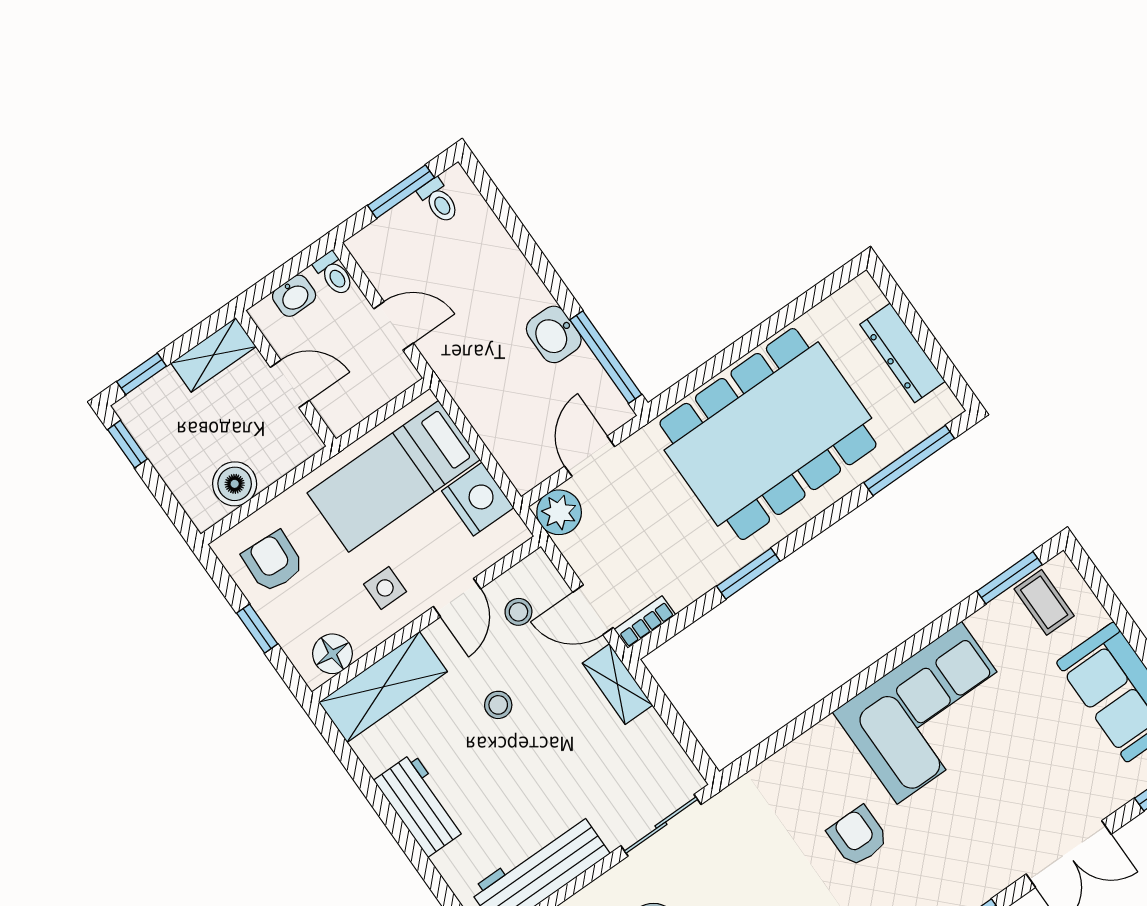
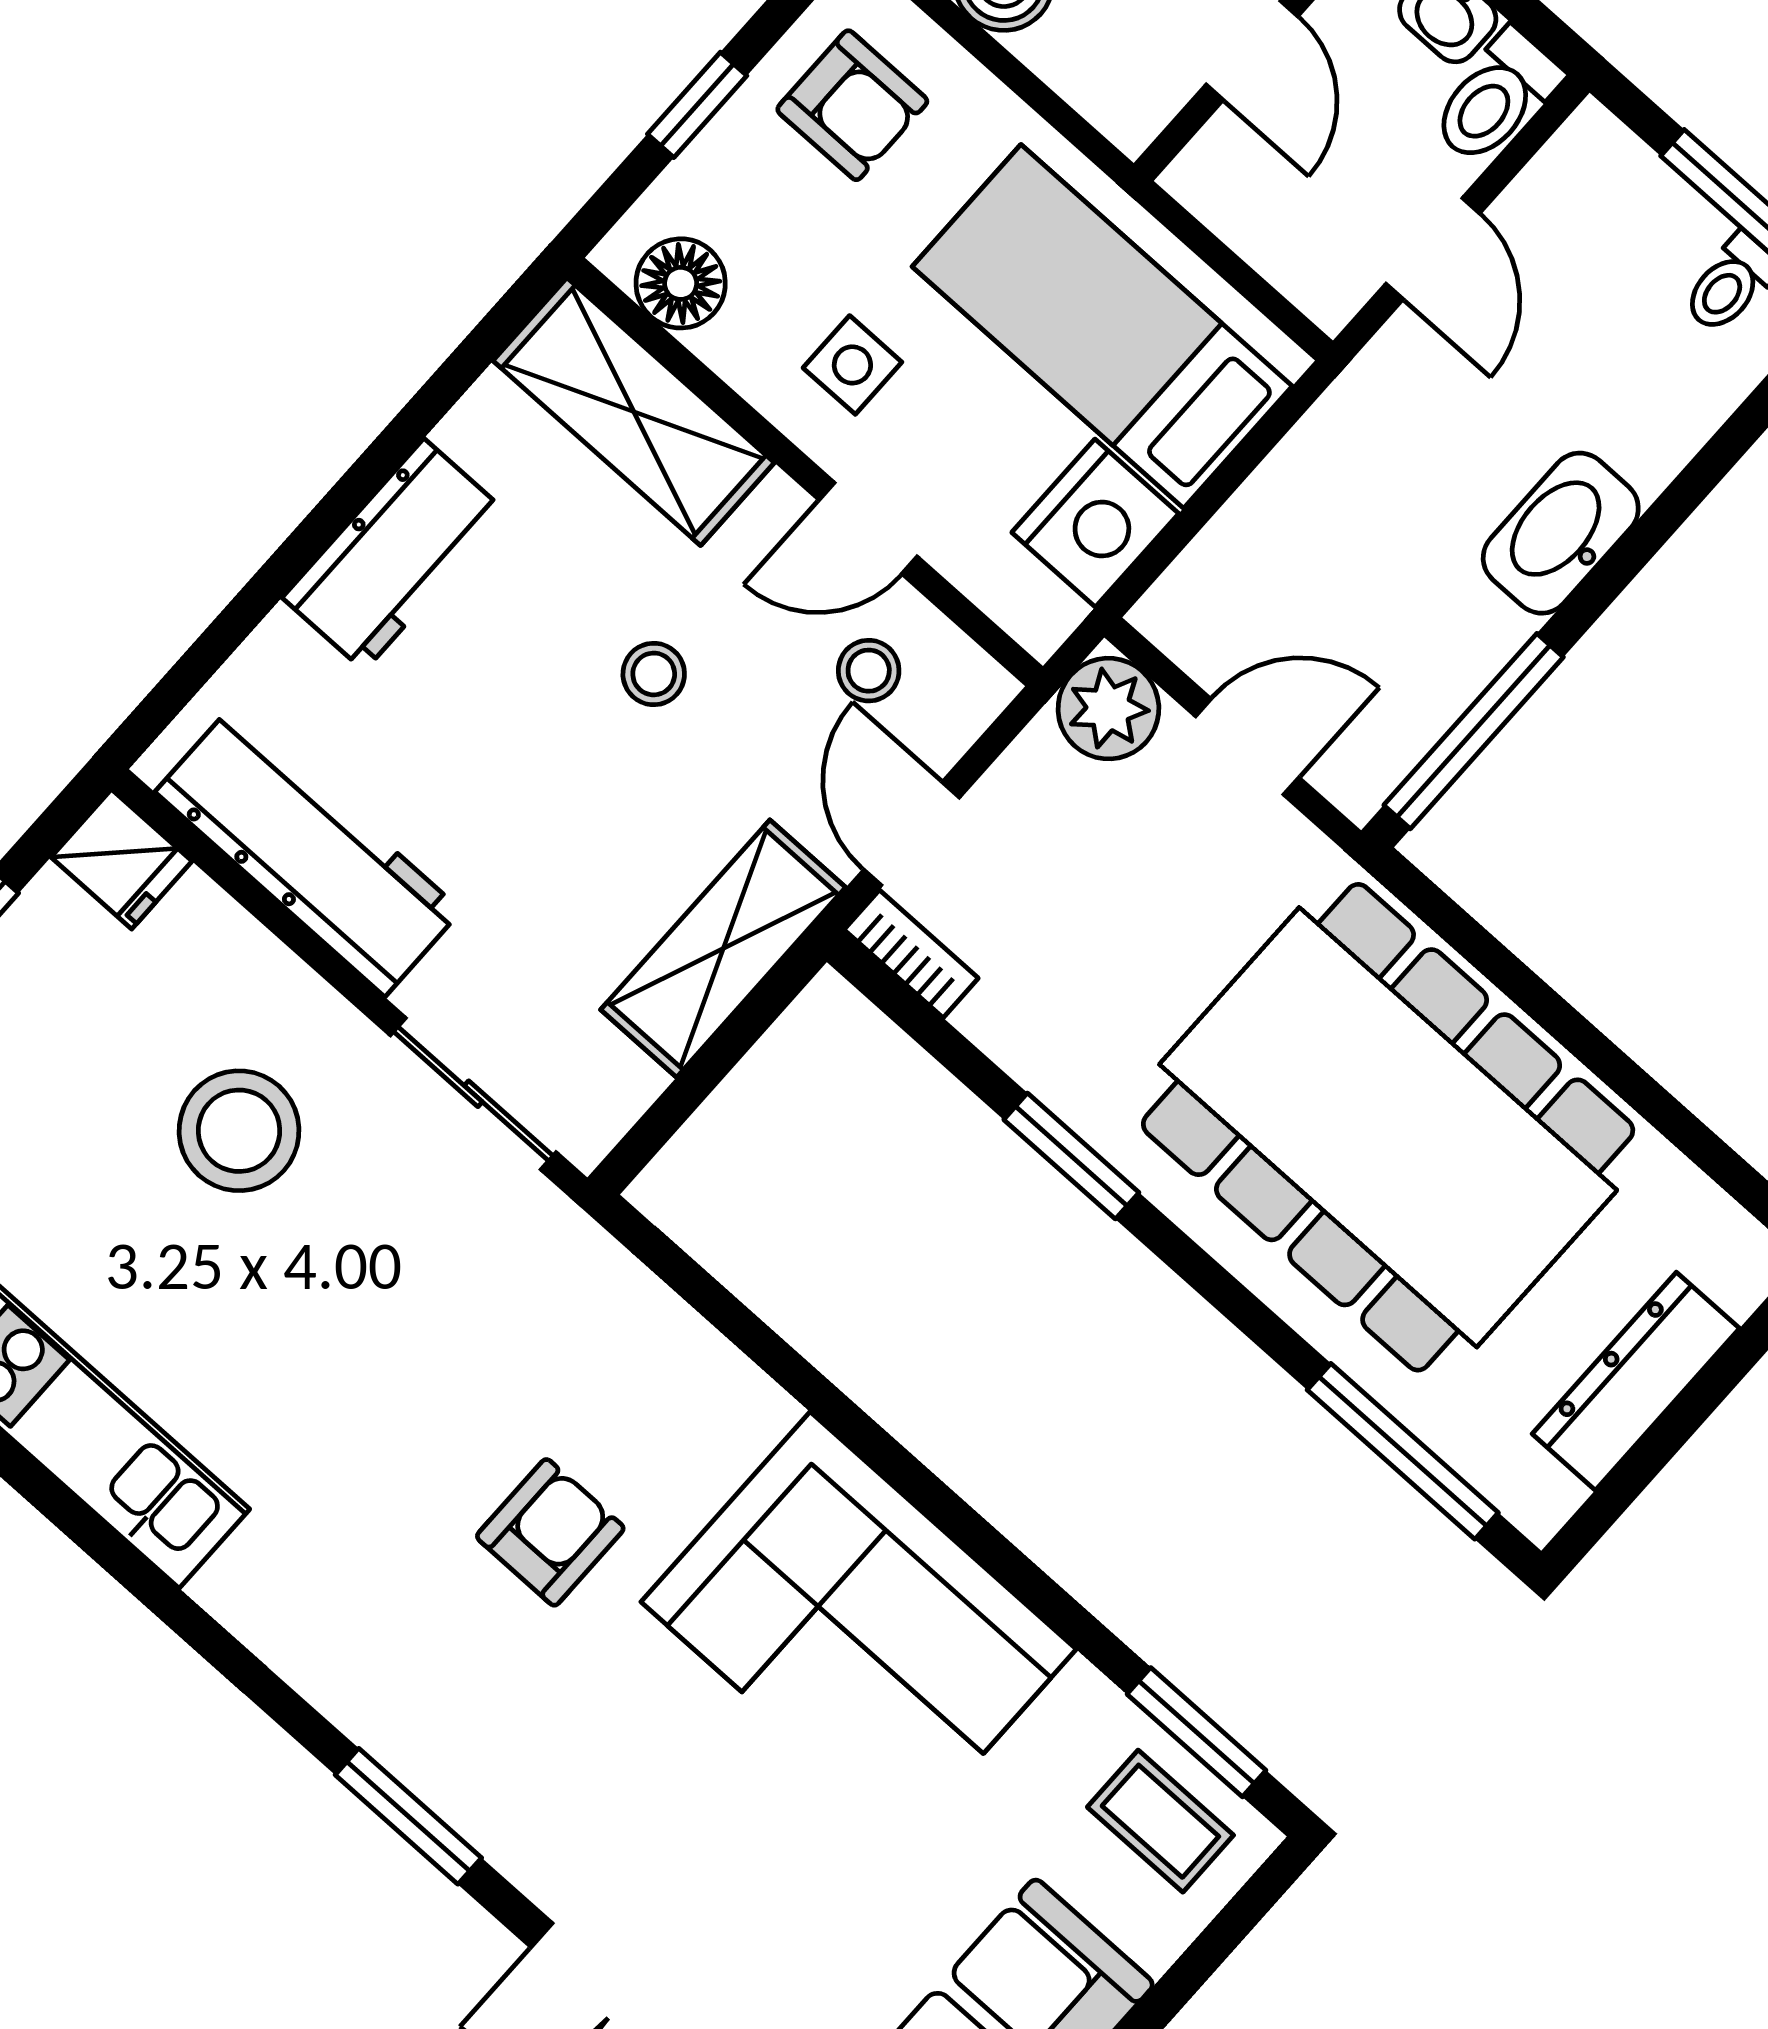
toilet: (334, 274) -> (1496, 97), width x1.37, depth x1.39
washbasin: (554, 334) -> (1561, 533), moved, width x1.38
armchair: (273, 562) -> (852, 105), turned 87
coffee table: (1044, 602) -> (1160, 1821), turned 90
shelving: (617, 684) -> (723, 949), width x1.50, depth x1.33

